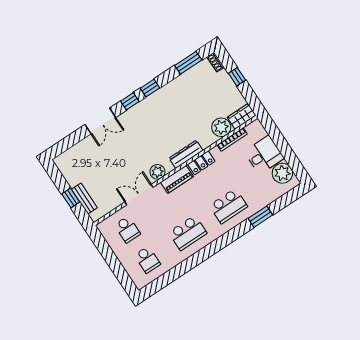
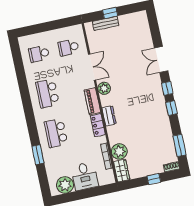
dresser: (186, 154) -> (109, 116), width x0.70

